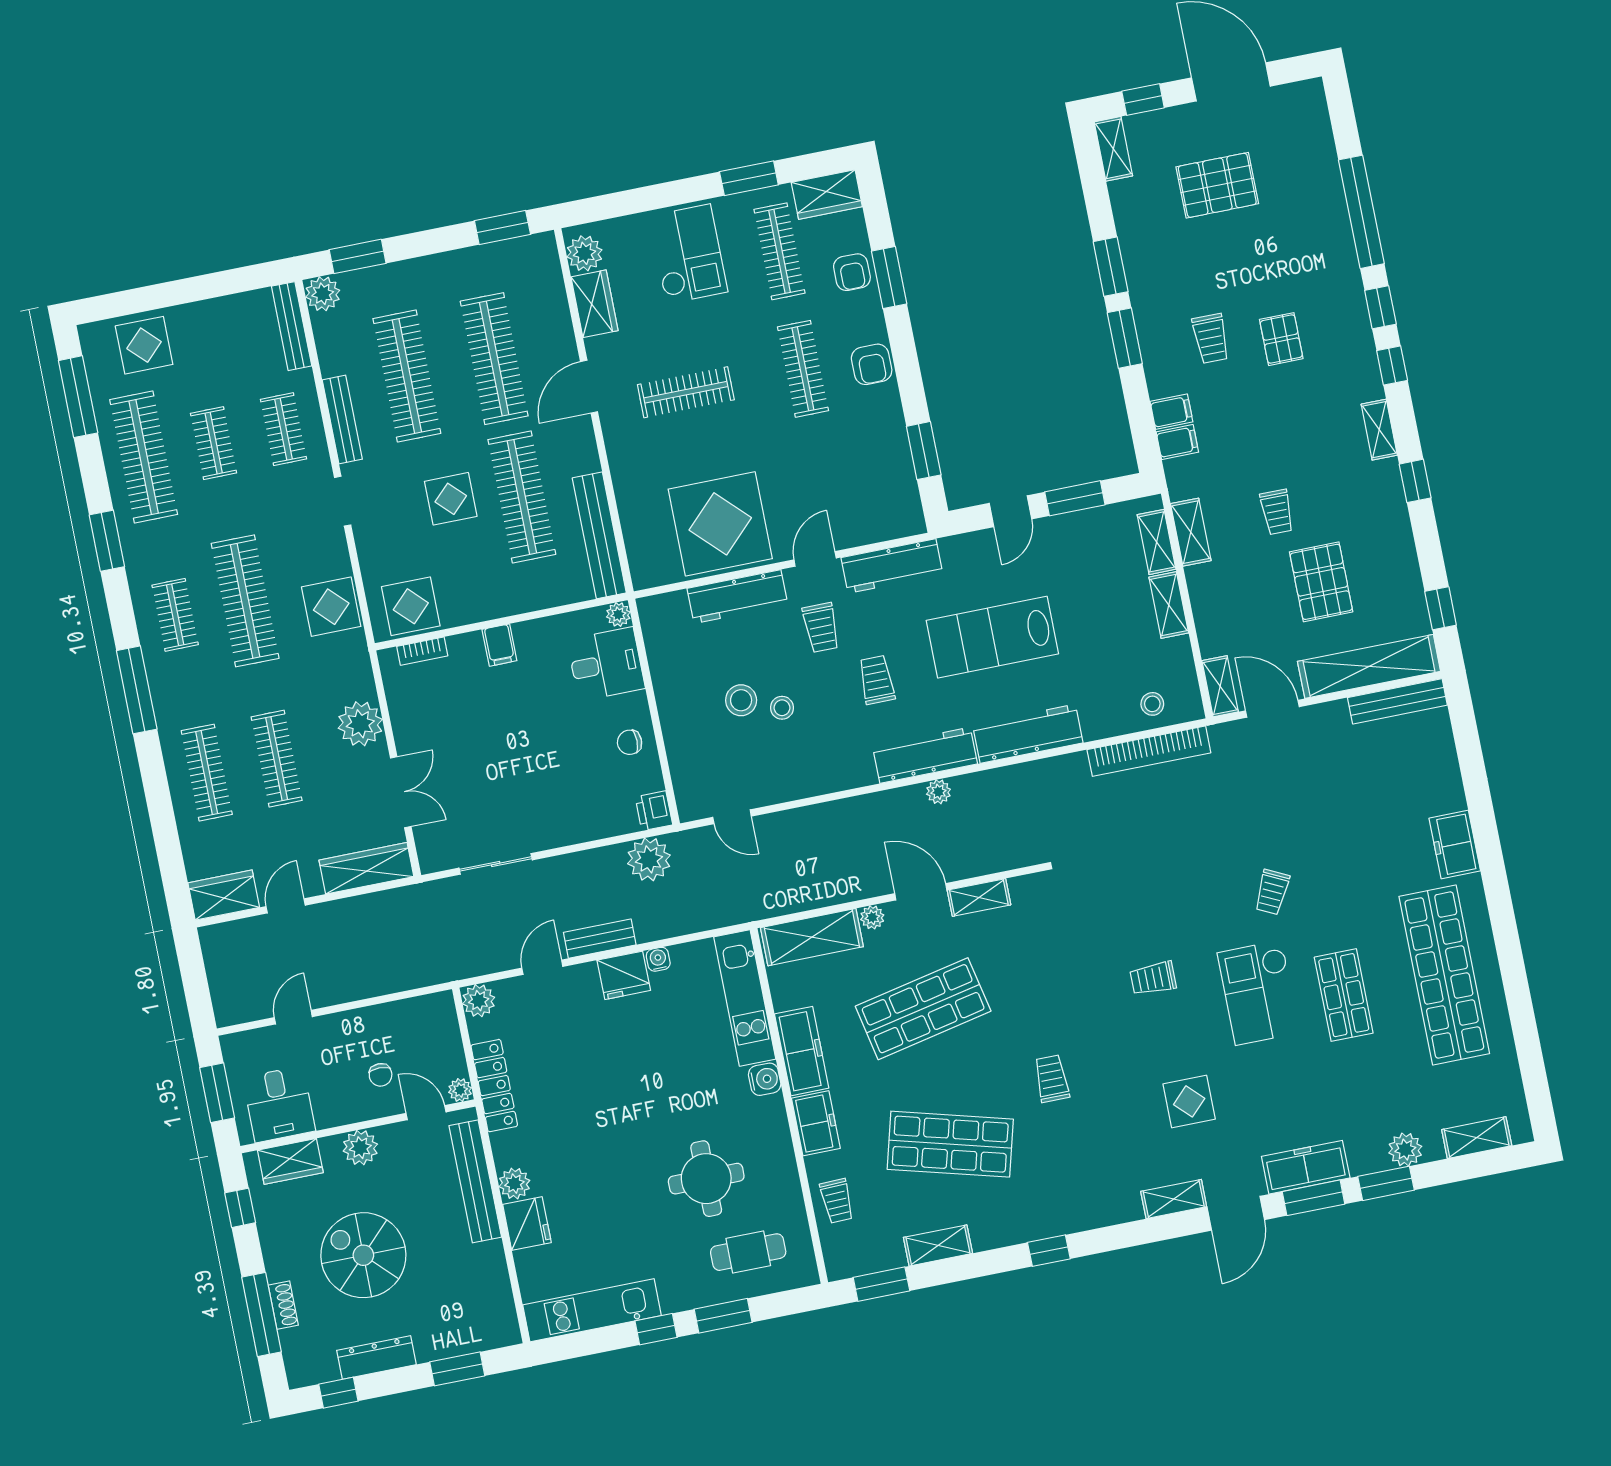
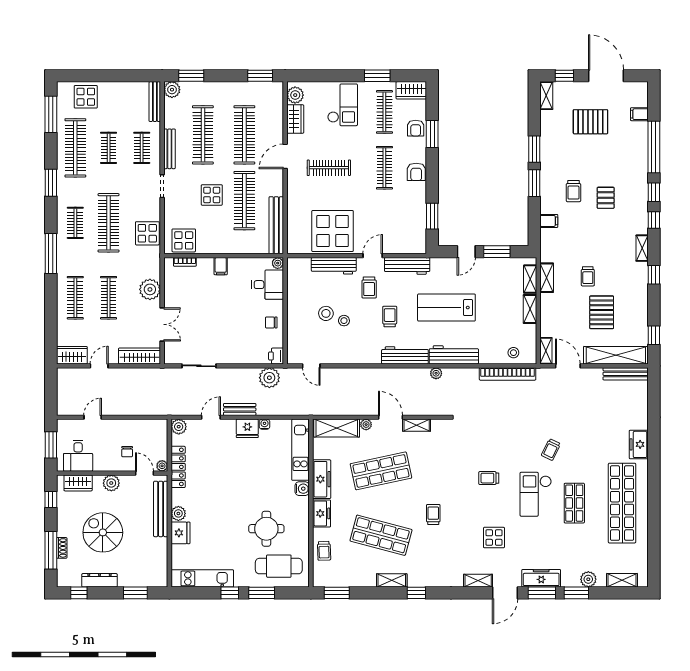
filing cabinet: (1177, 442) -> (639, 114), moved, turned 180
plant: (938, 792) -> (436, 373), moved
shelving: (938, 1245) -> (392, 580), moved
cafe table: (748, 1252) -> (279, 566), width x1.37, depth x1.35

